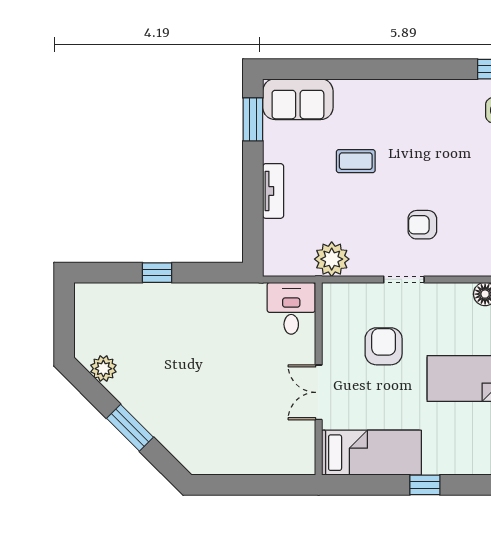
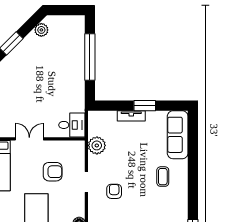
sofa: (298, 99) -> (178, 135), width x1.36
window: (253, 119) -> (145, 106), moved
coffee table: (356, 161) -> (163, 177), moved
window: (157, 273) -> (90, 57), width x3.17

